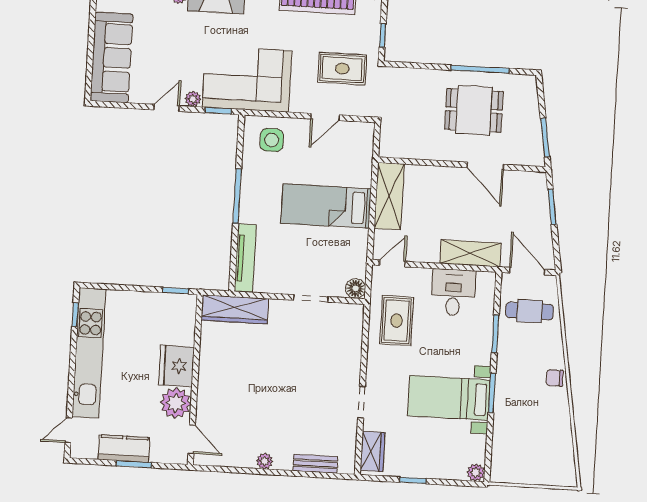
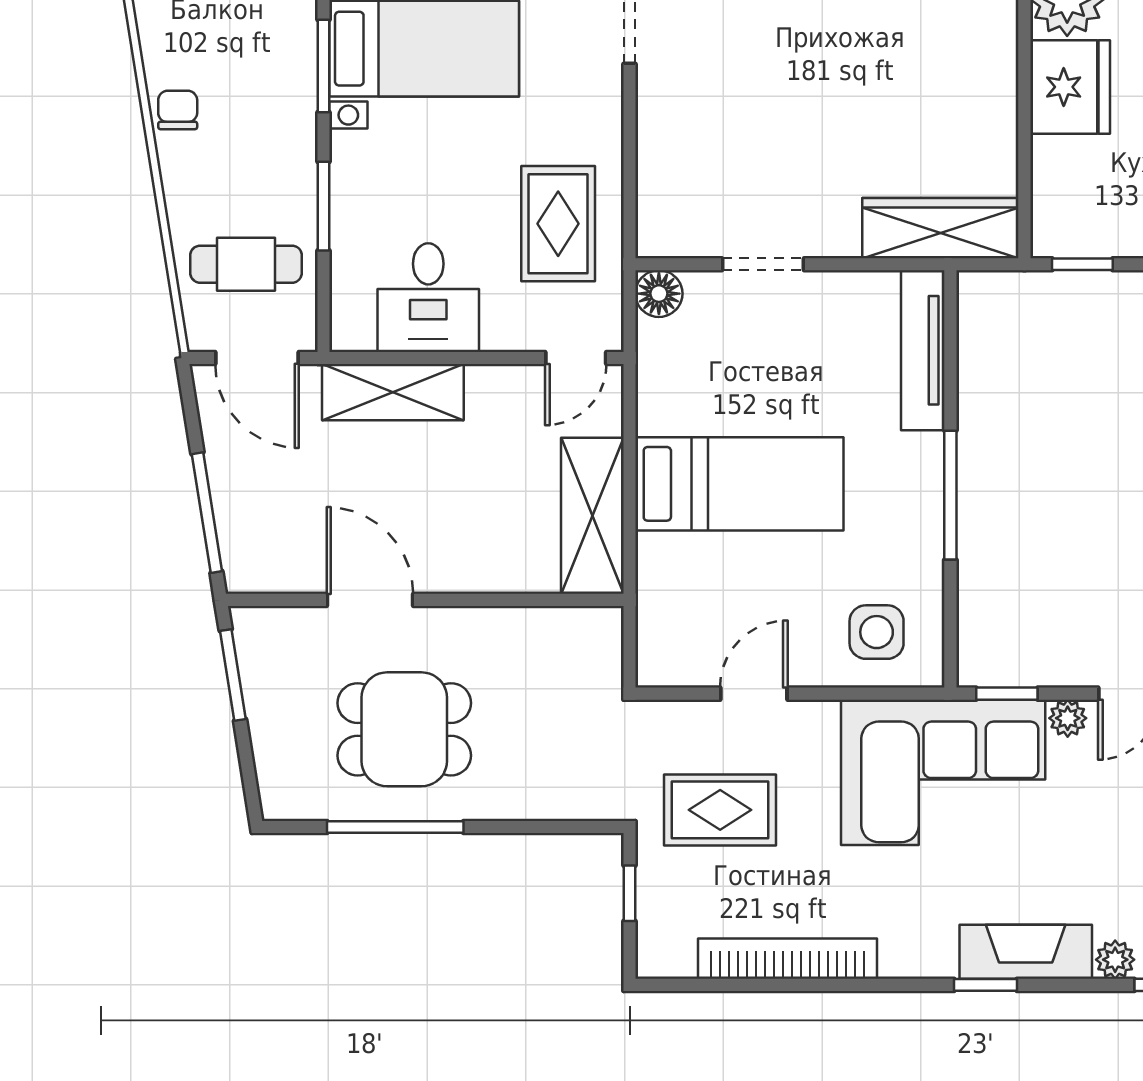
window: (552, 207) -> (207, 513), width x1.44
chair: (555, 378) -> (178, 110), turned -90

